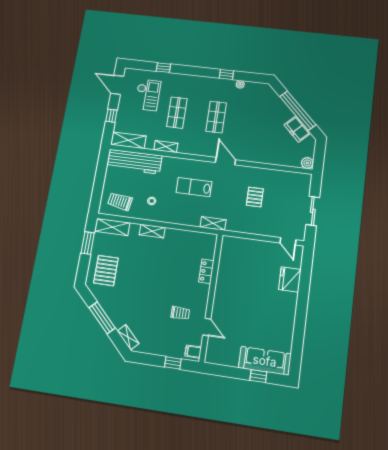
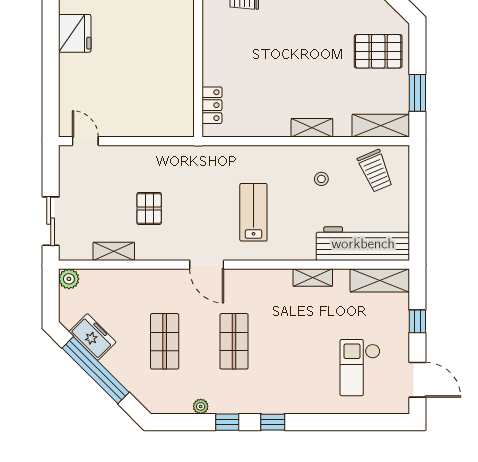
window: (163, 68) -> (273, 422), moved
shop shelf: (177, 113) -> (165, 341), moved
lab bench: (194, 187) -> (253, 212), turned -90
trolley: (120, 201) -> (375, 171), turned 58
sliding door: (313, 211) -> (51, 221), moved
shelving: (213, 223) -> (114, 251), moved
pallet: (106, 271) -> (378, 51), turned 90
locker: (206, 271) -> (212, 105), moved
fridge: (290, 280) -> (75, 33), moved

